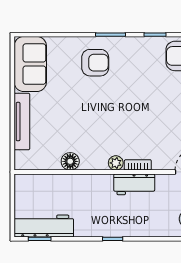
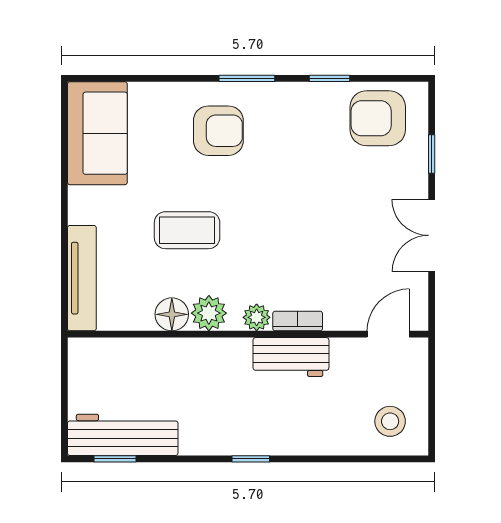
coffee table: (78, 116) -> (187, 230), added
tv unit: (22, 122) -> (82, 278), moved
plant: (90, 161) -> (209, 313), added

